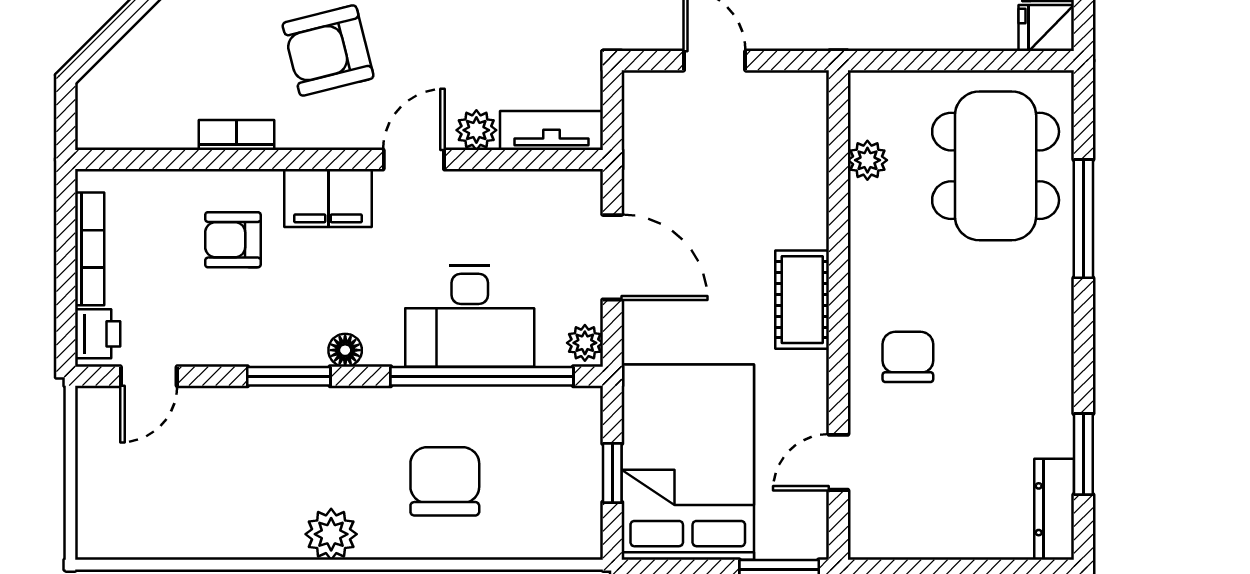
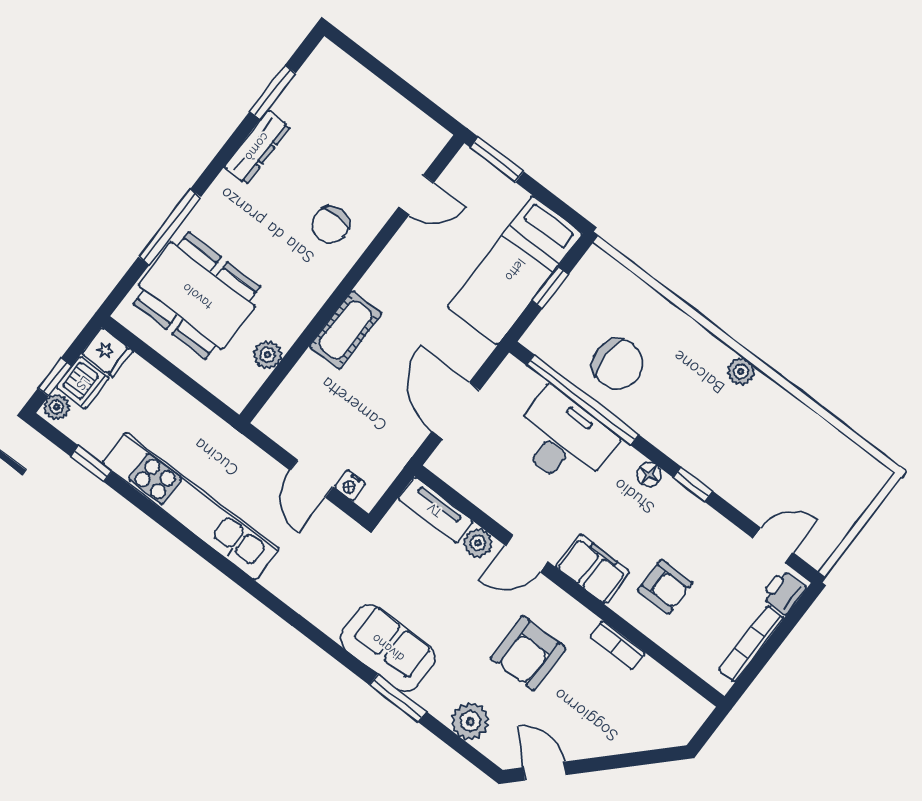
armchair: (328, 51) -> (528, 653), turned 104
nightstand: (666, 86) -> (350, 485), added
dining table: (996, 166) -> (197, 296), turned 90
cot: (802, 300) -> (346, 330), moved
plant: (585, 343) -> (509, 374), removed
window: (289, 376) -> (693, 484), width x0.67
bed: (688, 462) -> (515, 270), width x0.67
chair: (445, 481) -> (618, 364), moved, turned -90
dresser: (1054, 509) -> (257, 147), moved
plant: (331, 534) -> (741, 371), width x0.73, depth x0.73

